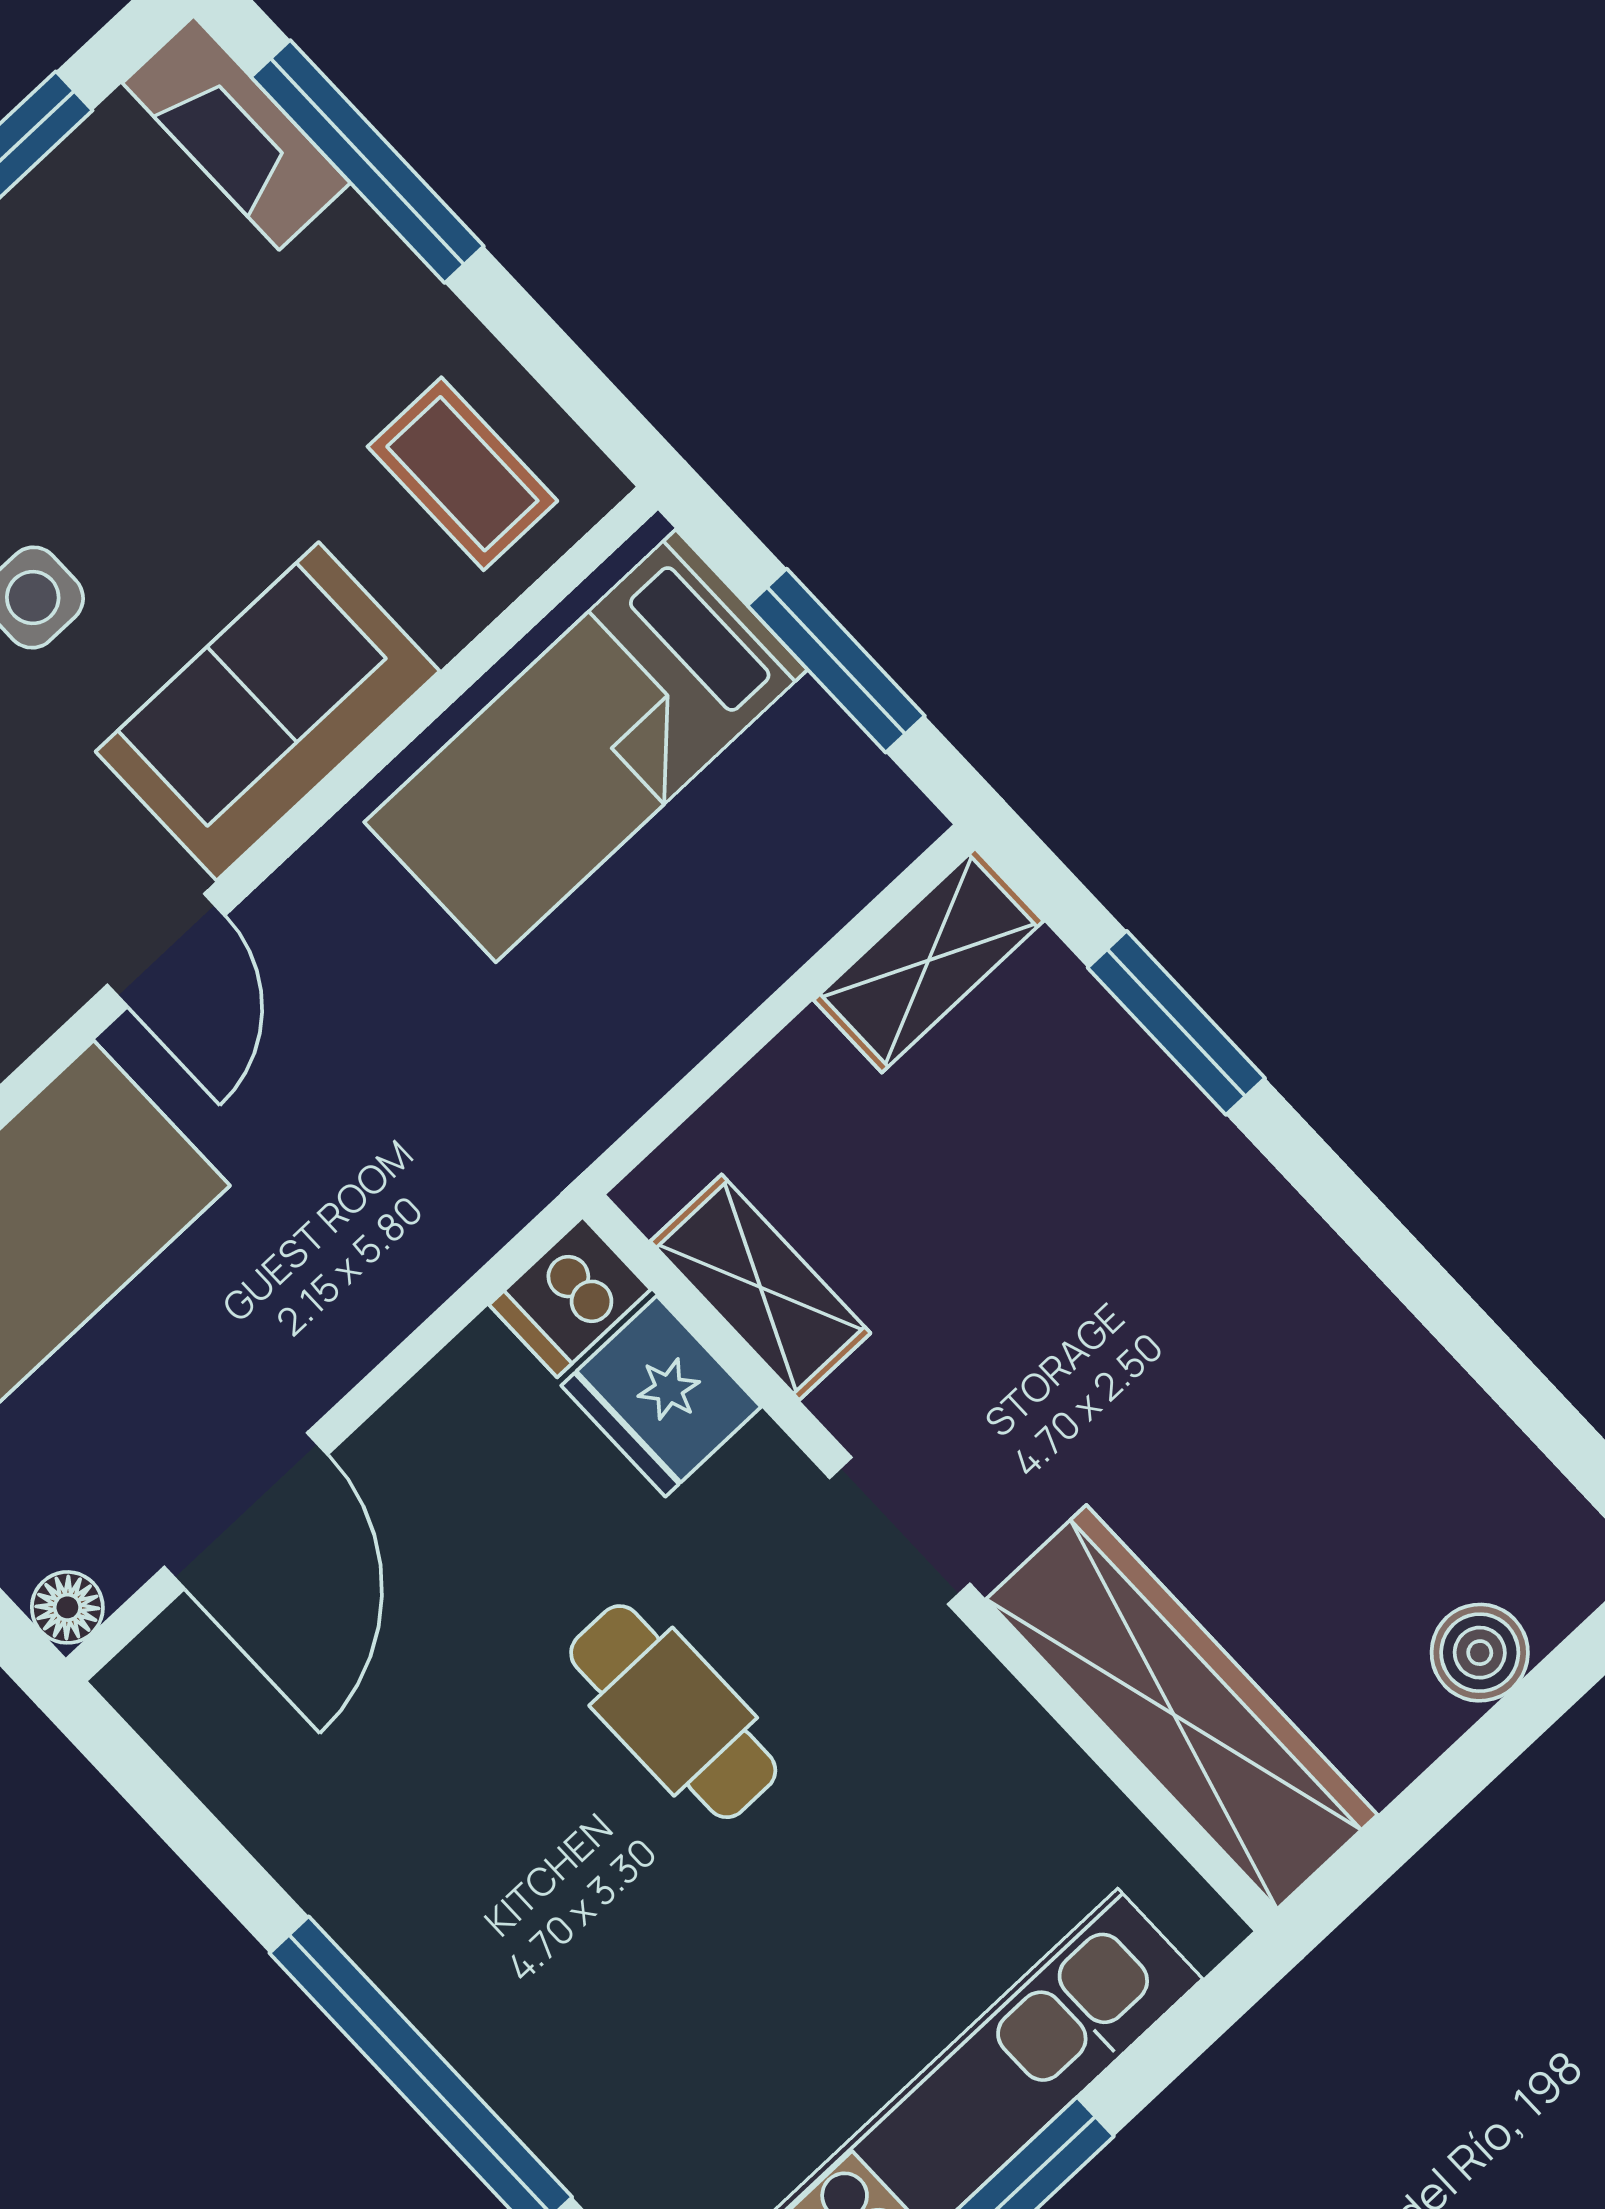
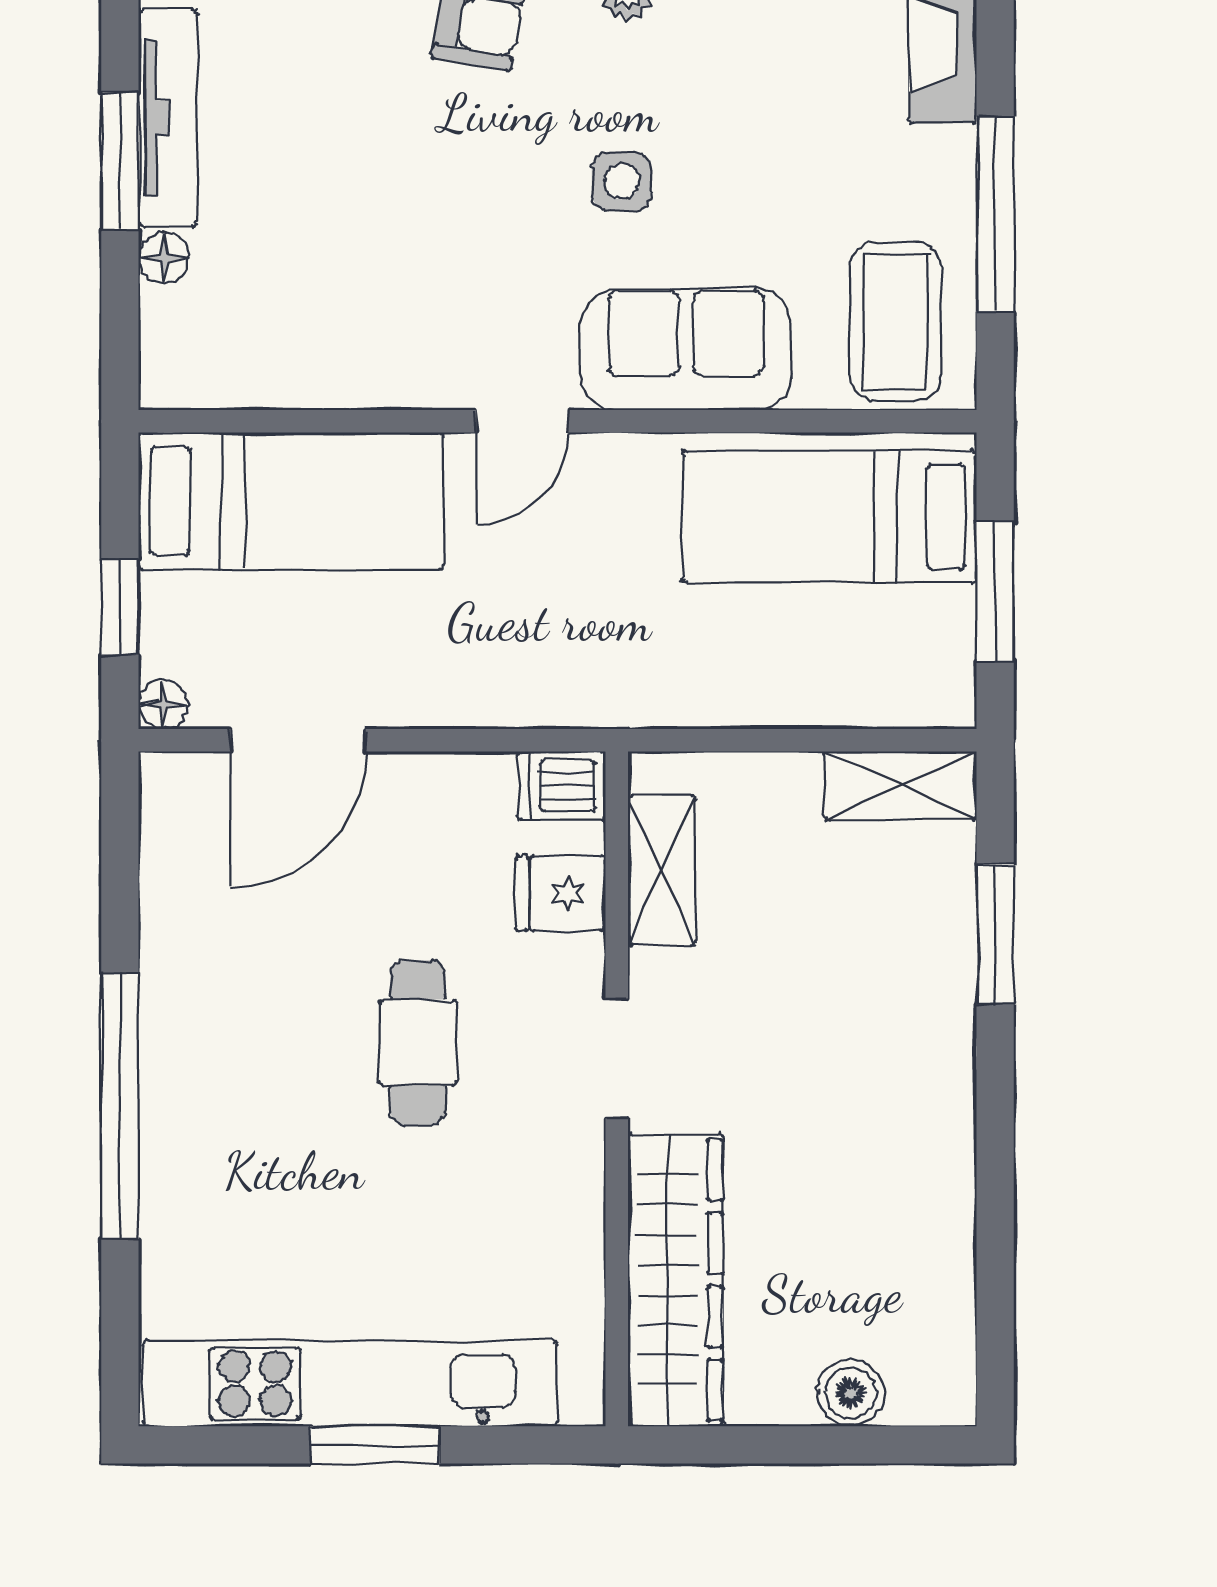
window: (367, 161) -> (995, 214), moved
coffee table: (462, 474) -> (896, 322), width x1.36, depth x1.30
fridge: (661, 1396) -> (561, 893), width x0.72

